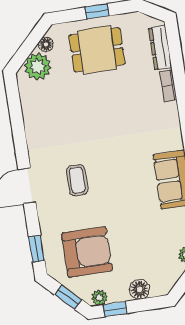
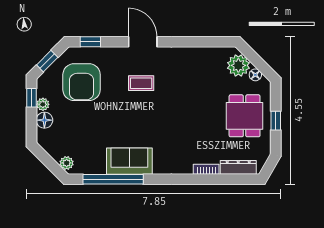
plant: (100, 298) -> (43, 104), moved

